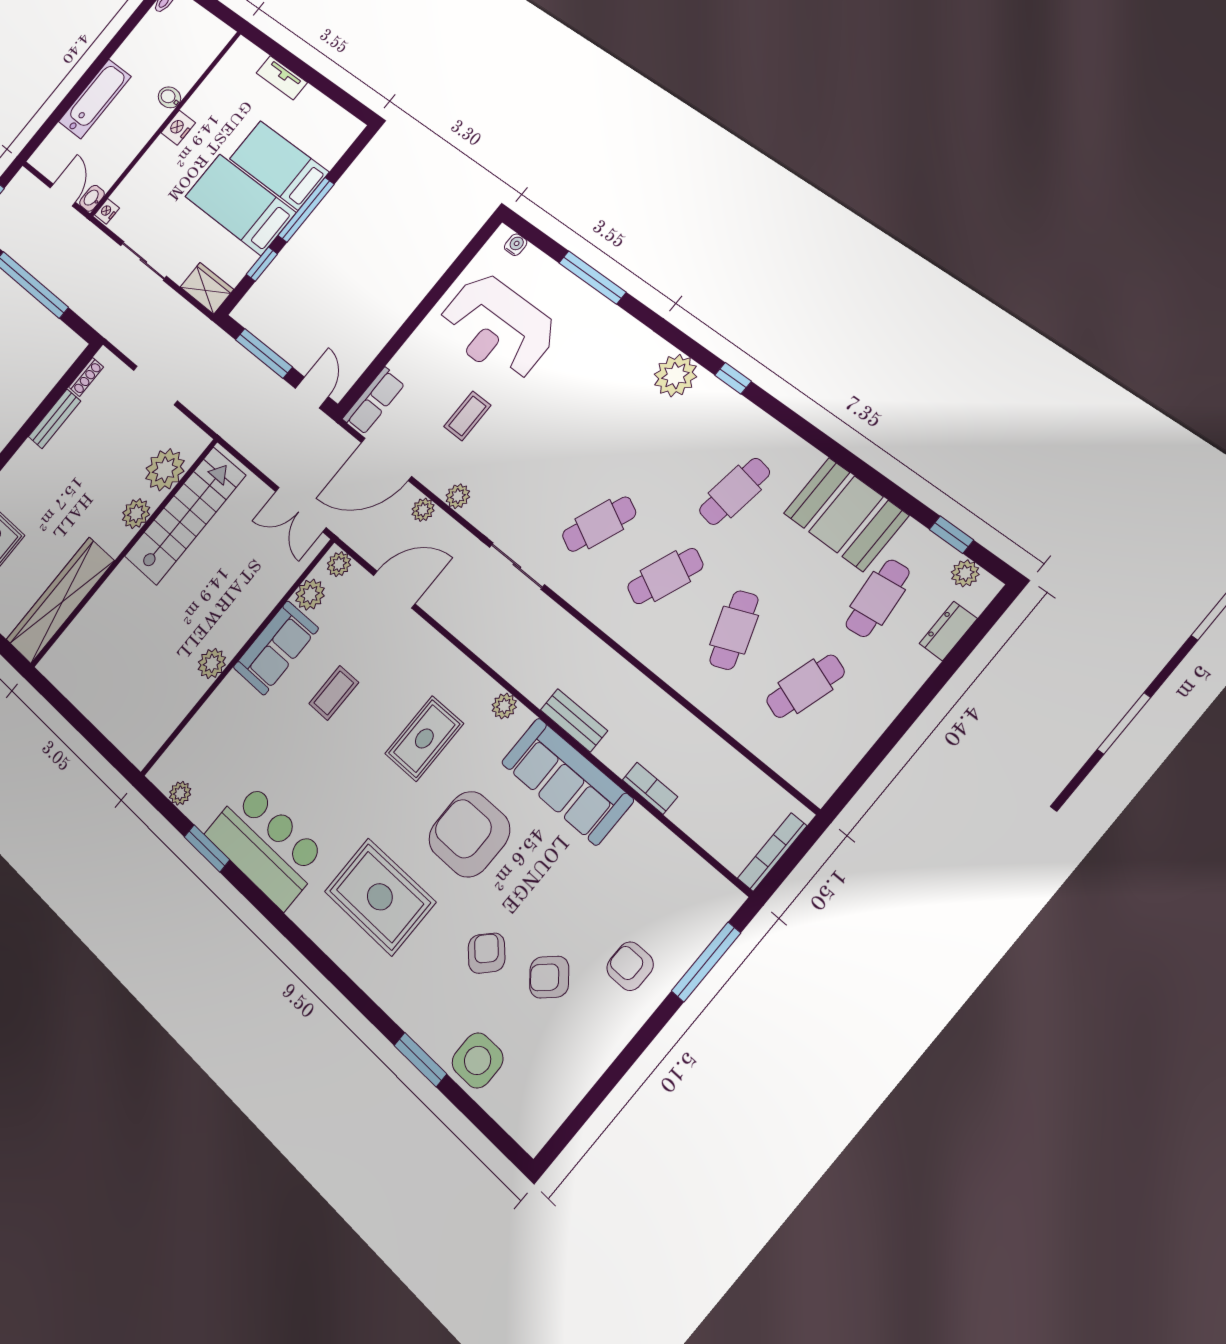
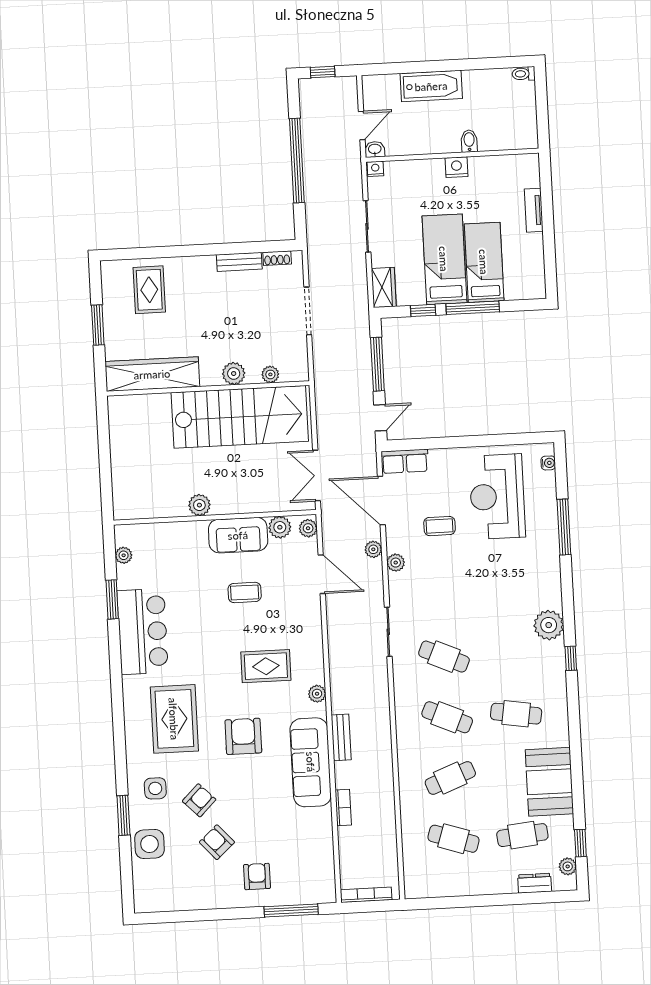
plant: (165, 470) -> (270, 374), width x0.53, depth x0.53
stairs: (185, 516) -> (240, 417), width x1.36, depth x1.51
armchair: (469, 834) -> (243, 736), width x0.73, depth x0.73
side table: (427, 992) -> (155, 788), added

